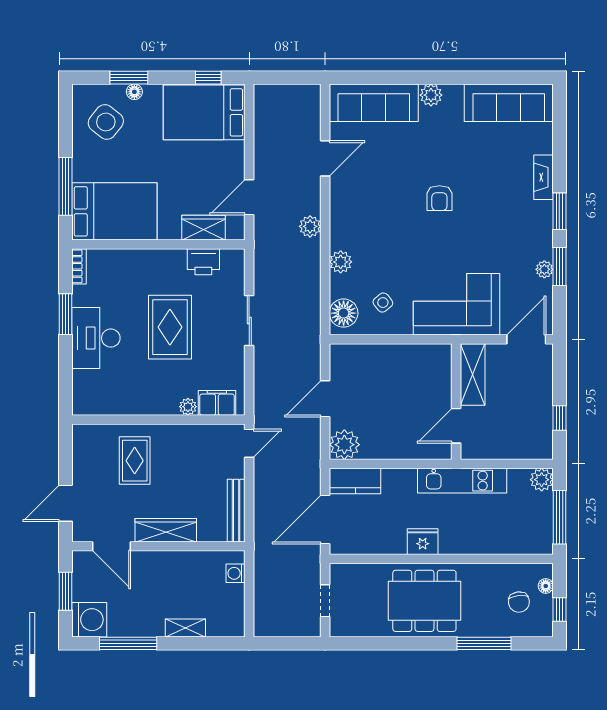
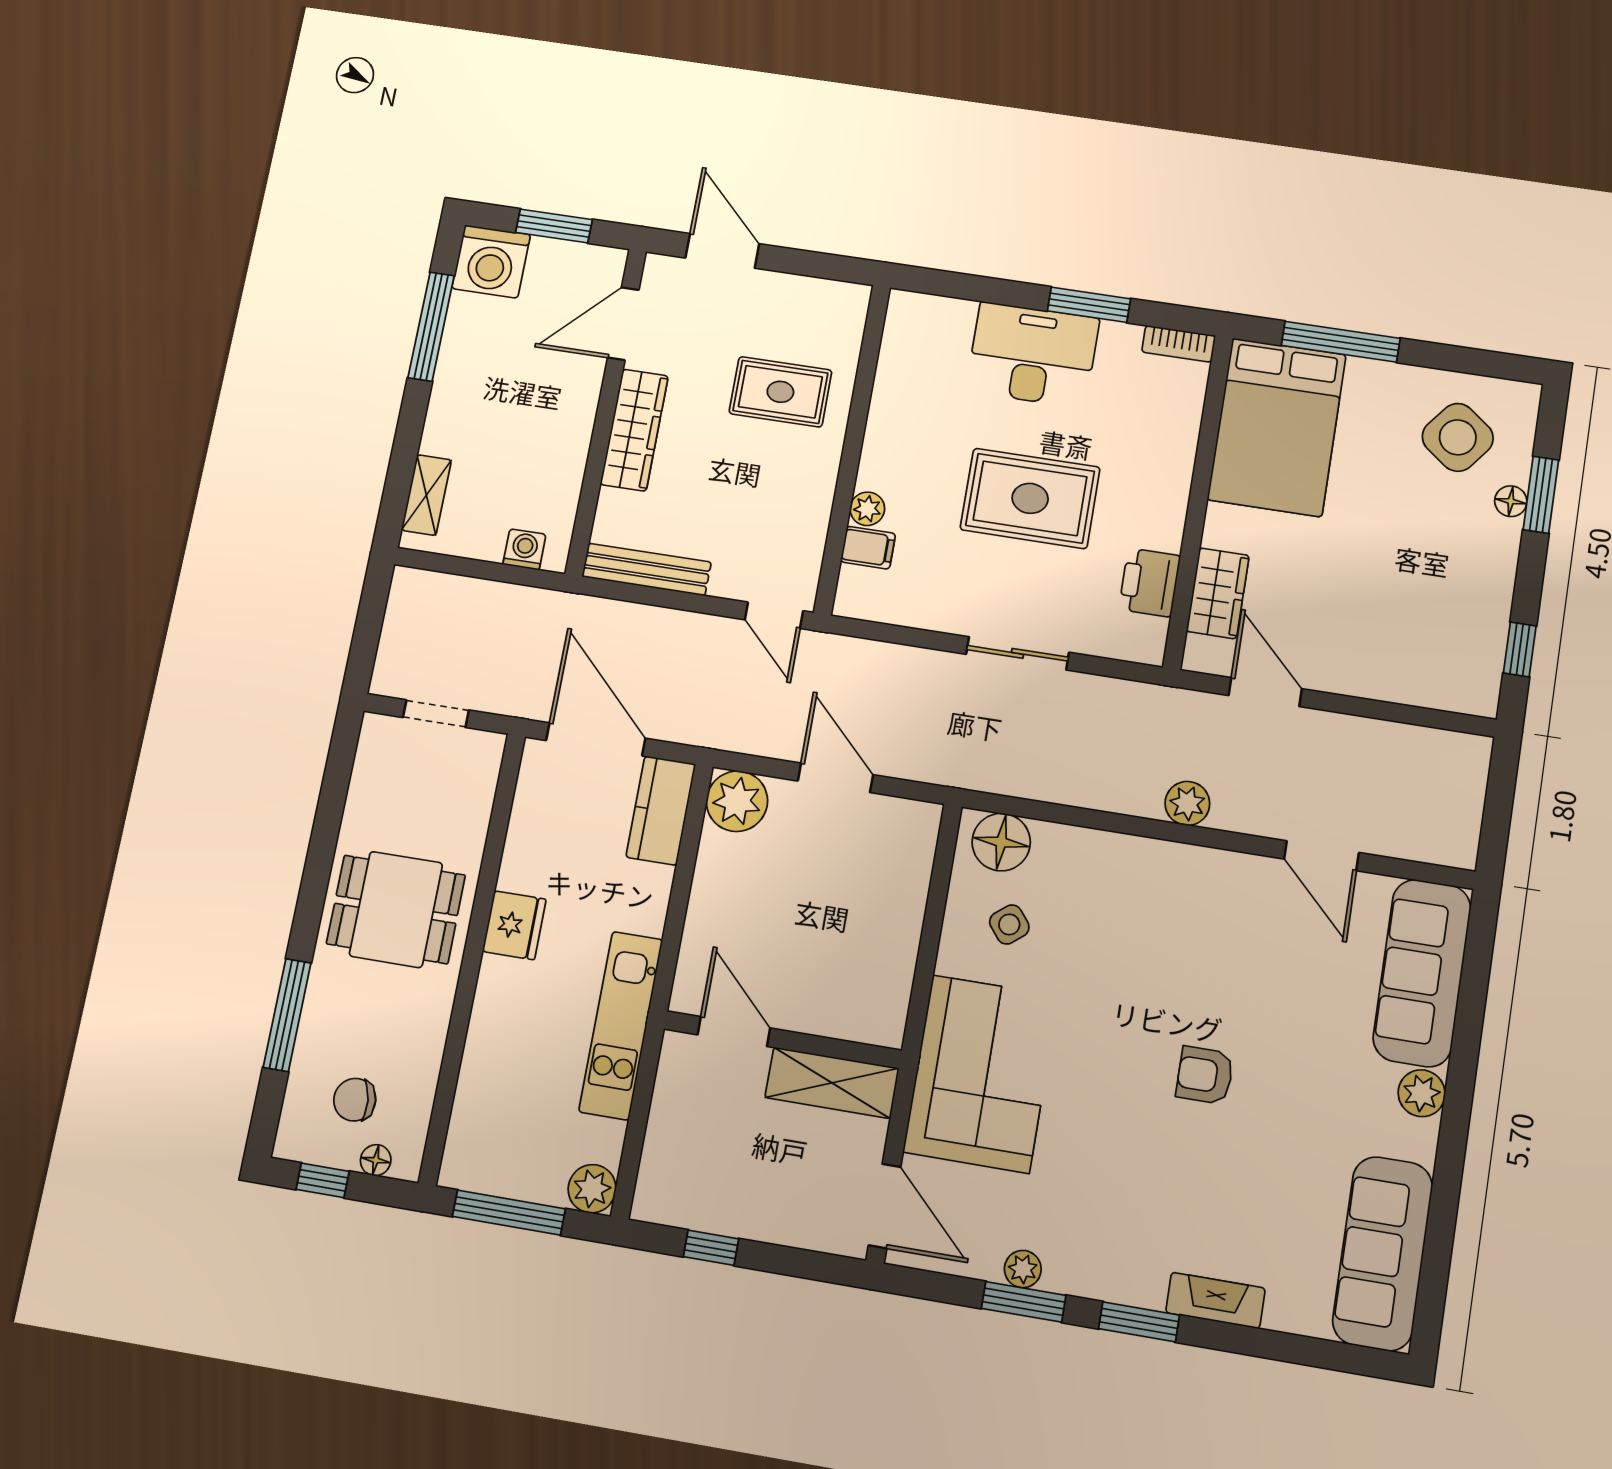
bed: (204, 112) -> (1450, 631), removed
plant: (341, 262) -> (1106, 853), removed
filing cabinet: (217, 403) -> (868, 548), width x0.50
dining table: (424, 601) -> (396, 909), width x0.73
shelving: (185, 628) -> (426, 495), moved

